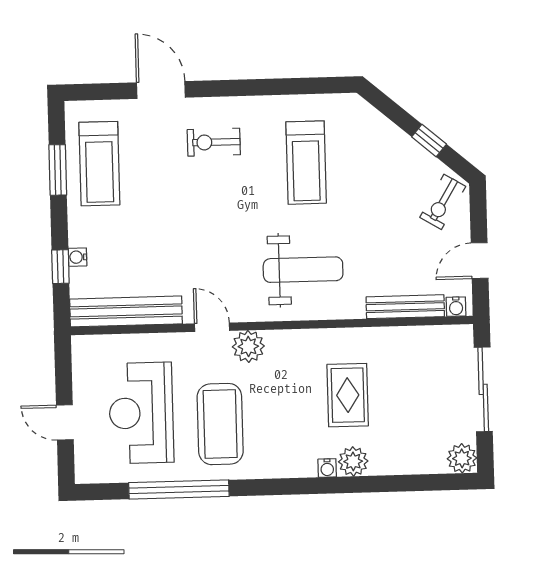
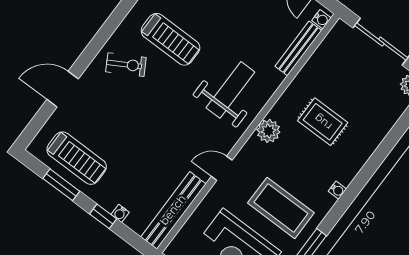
exercise bike: (214, 142) -> (126, 65), moved, turned -120
window: (60, 267) -> (103, 216), moved
plant: (248, 346) -> (268, 131), moved
plant: (353, 461) -> (363, 149), removed
water cooler: (327, 468) -> (337, 190), moved

